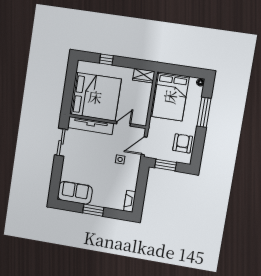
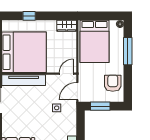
door: (123, 124) -> (66, 74), moved

